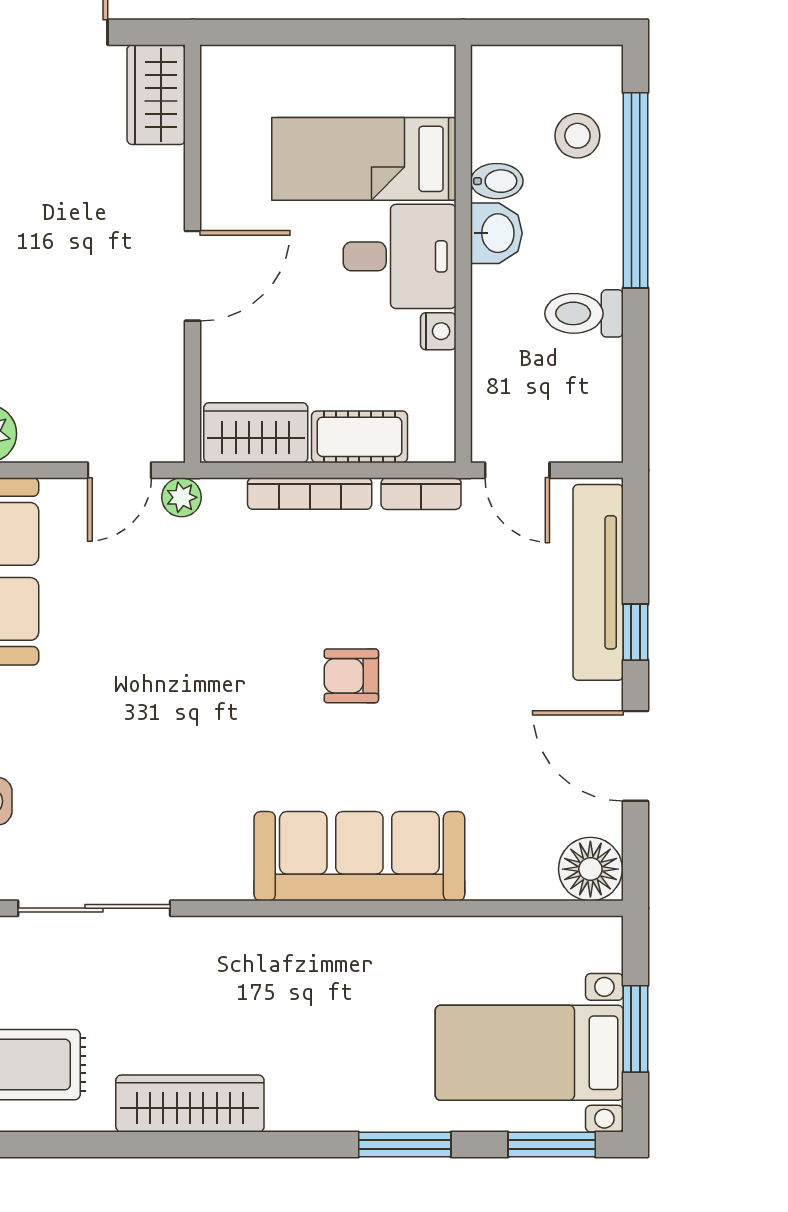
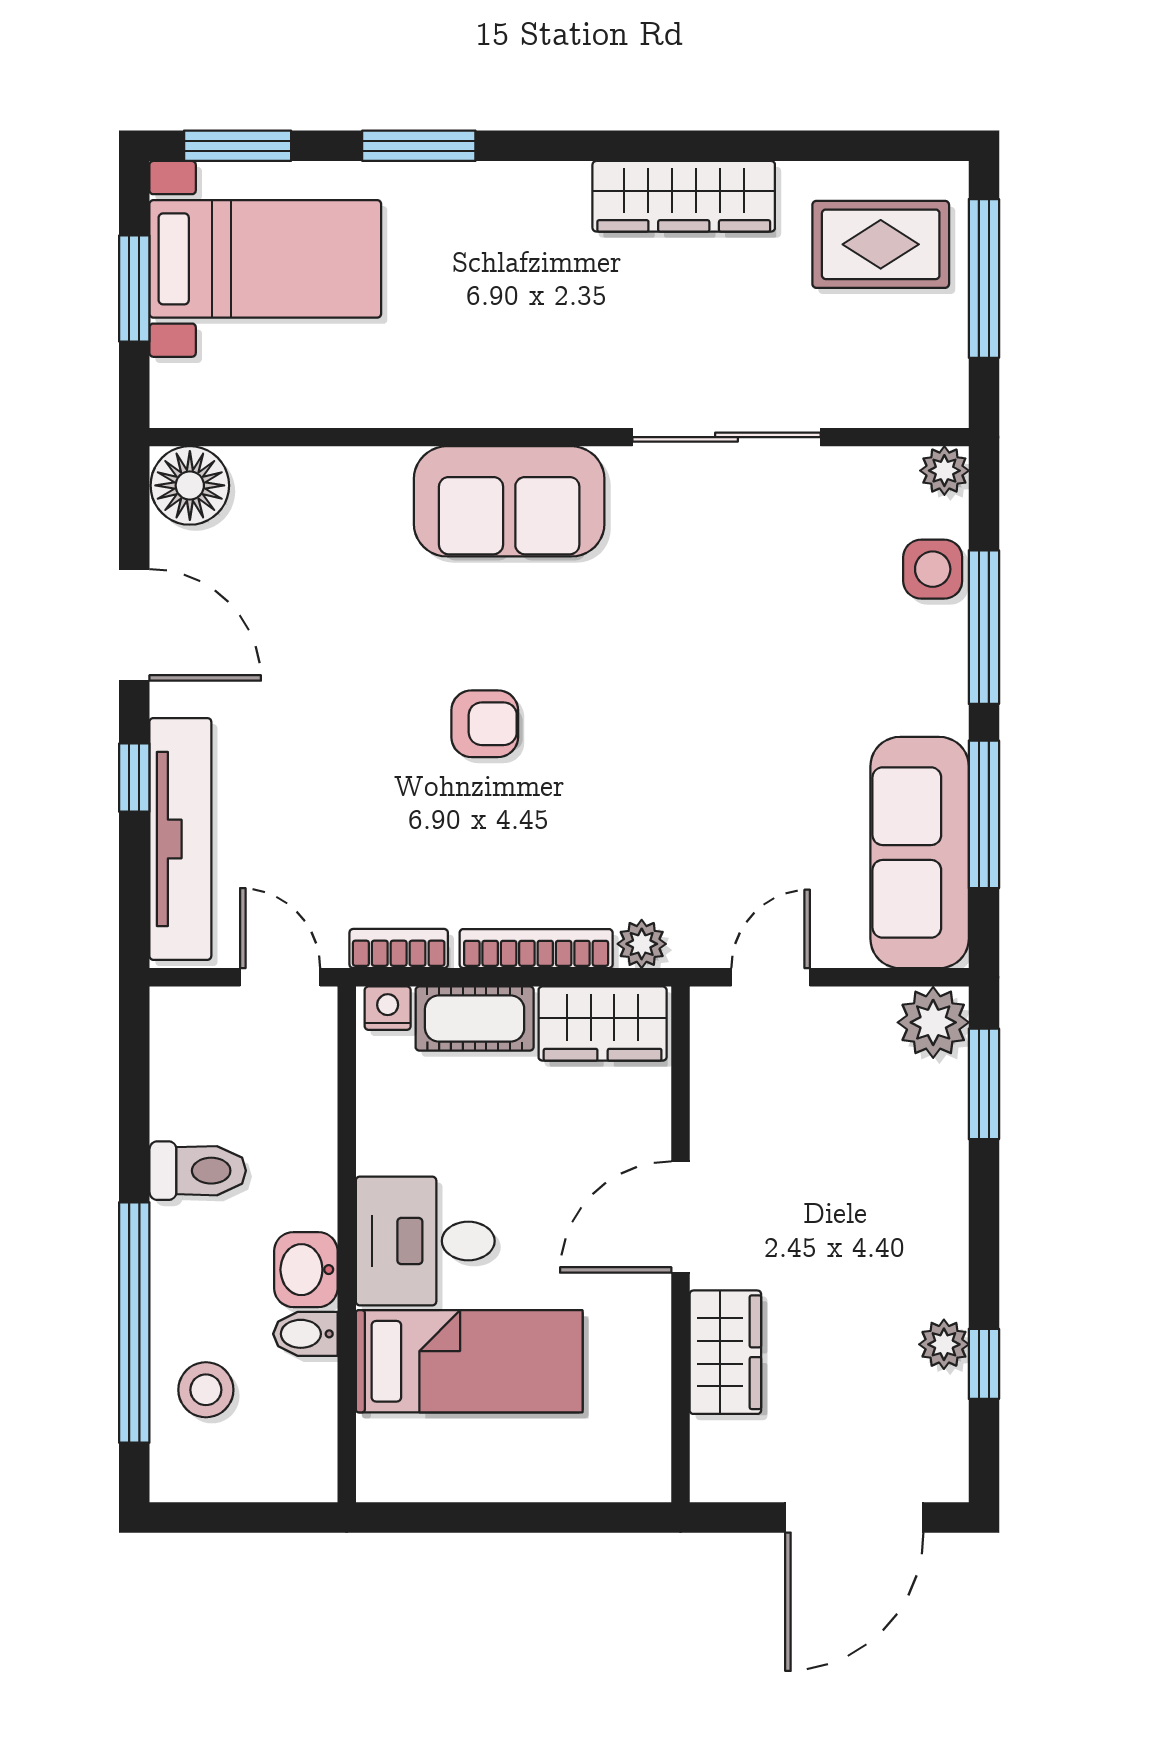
wardrobe: (156, 95) -> (725, 1352), moved
nightstand: (438, 331) -> (388, 1008), moved, turned 90
plant: (181, 497) -> (642, 944), moved
sofa: (359, 856) -> (509, 501), width x0.73
sliding door: (94, 908) -> (727, 437), moved

